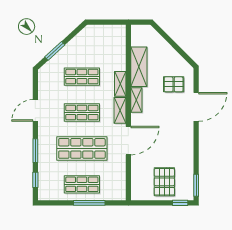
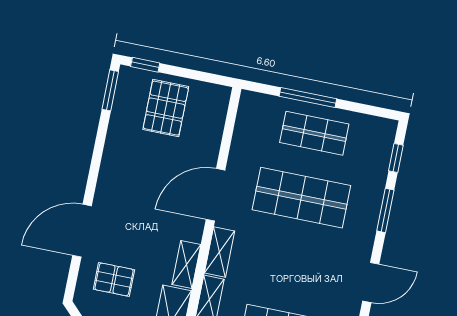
shop shelf: (82, 113) -> (288, 262), removed

